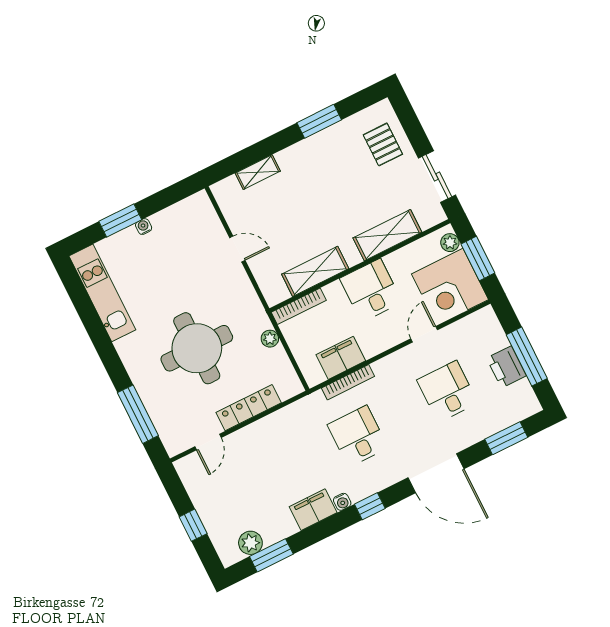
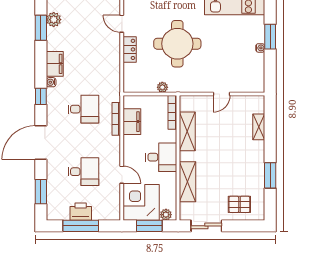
locker: (249, 408) -> (130, 49), width x0.66

